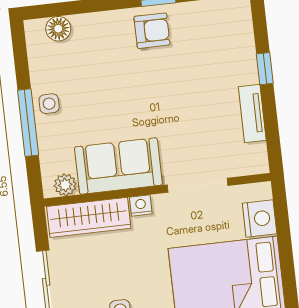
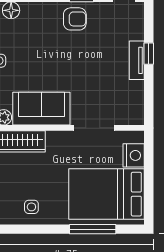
tv unit: (252, 113) -> (137, 60), moved
nightstand: (141, 205) -> (54, 137), removed

